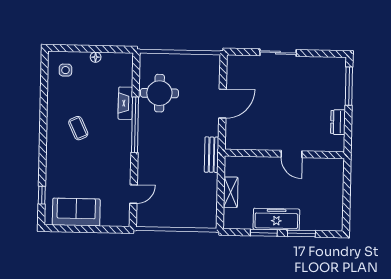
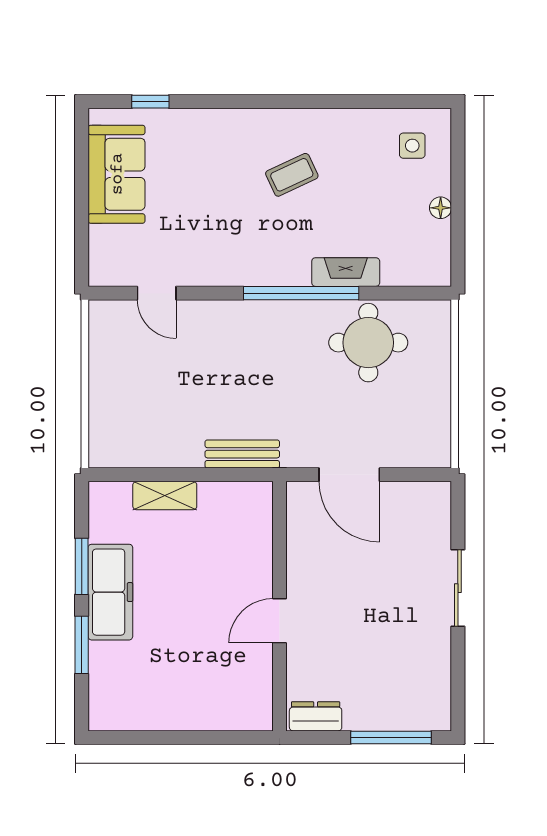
wall: (284, 154) -> (280, 606), moved
door: (292, 154) -> (280, 621), moved

